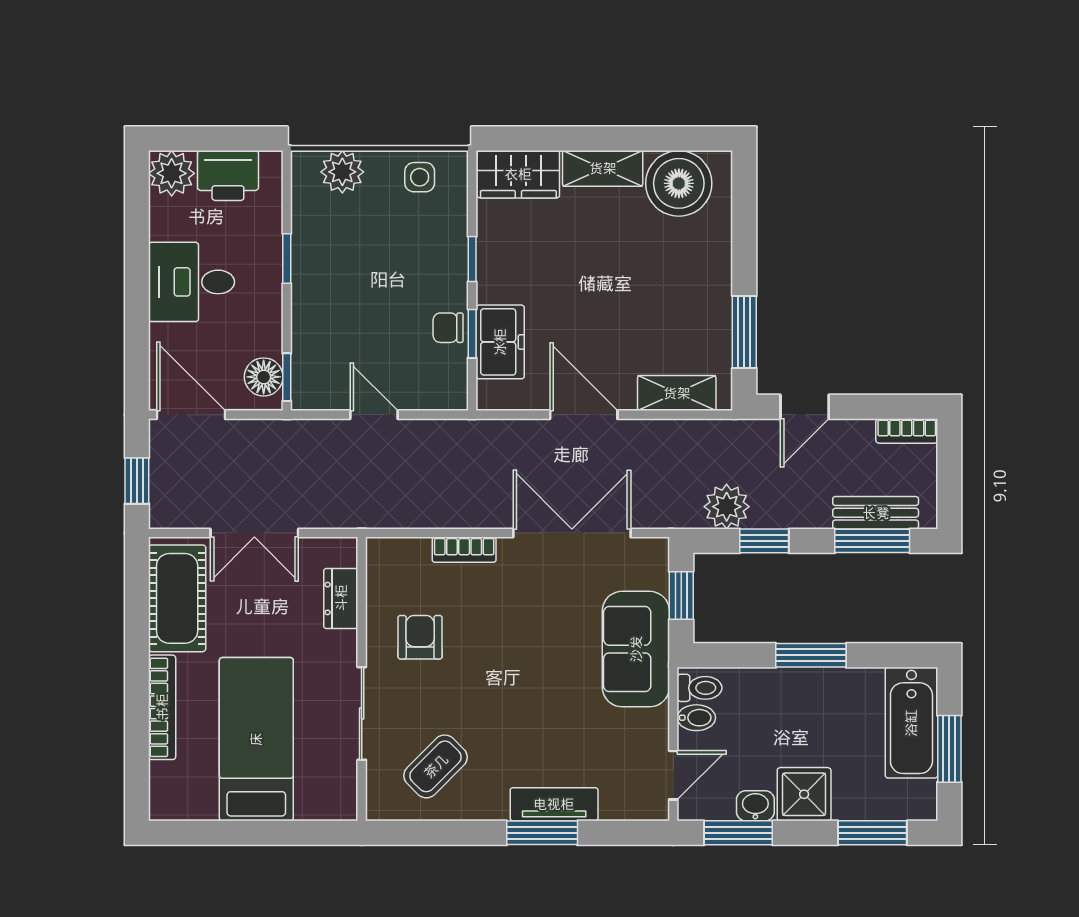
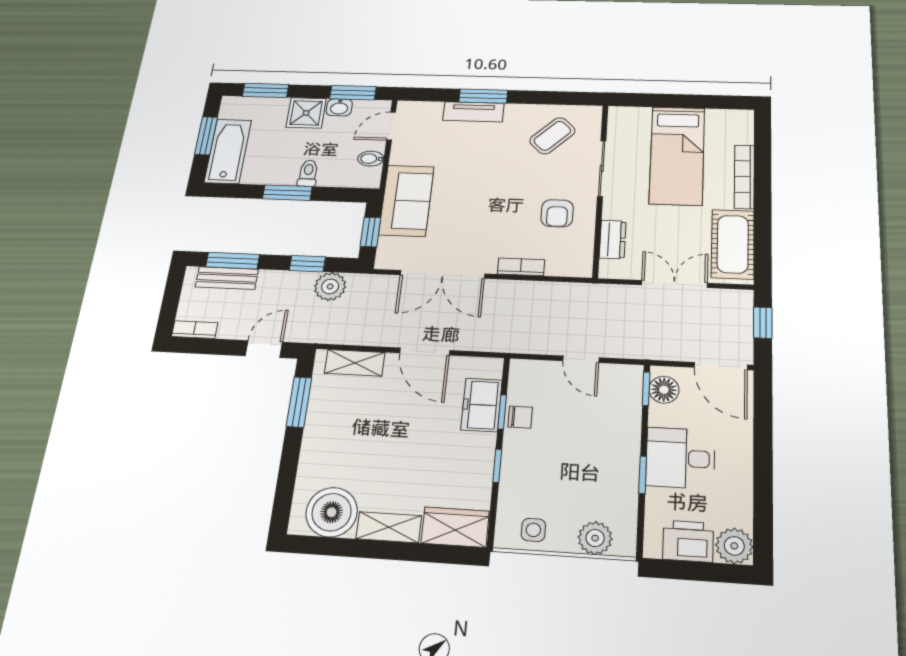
desk: (192, 282) -> (680, 458), moved, turned 180
toilet: (700, 688) -> (308, 173), moved, turned 90

